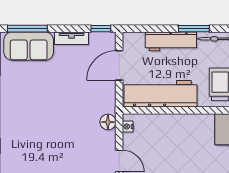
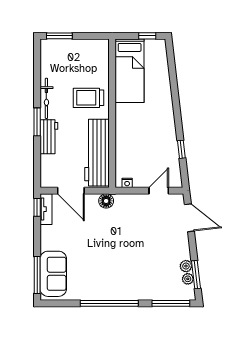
tv unit: (72, 38) -> (46, 209), moved
workbench: (171, 41) -> (49, 137), width x0.73
floor lamp: (108, 122) -> (106, 201), moved

